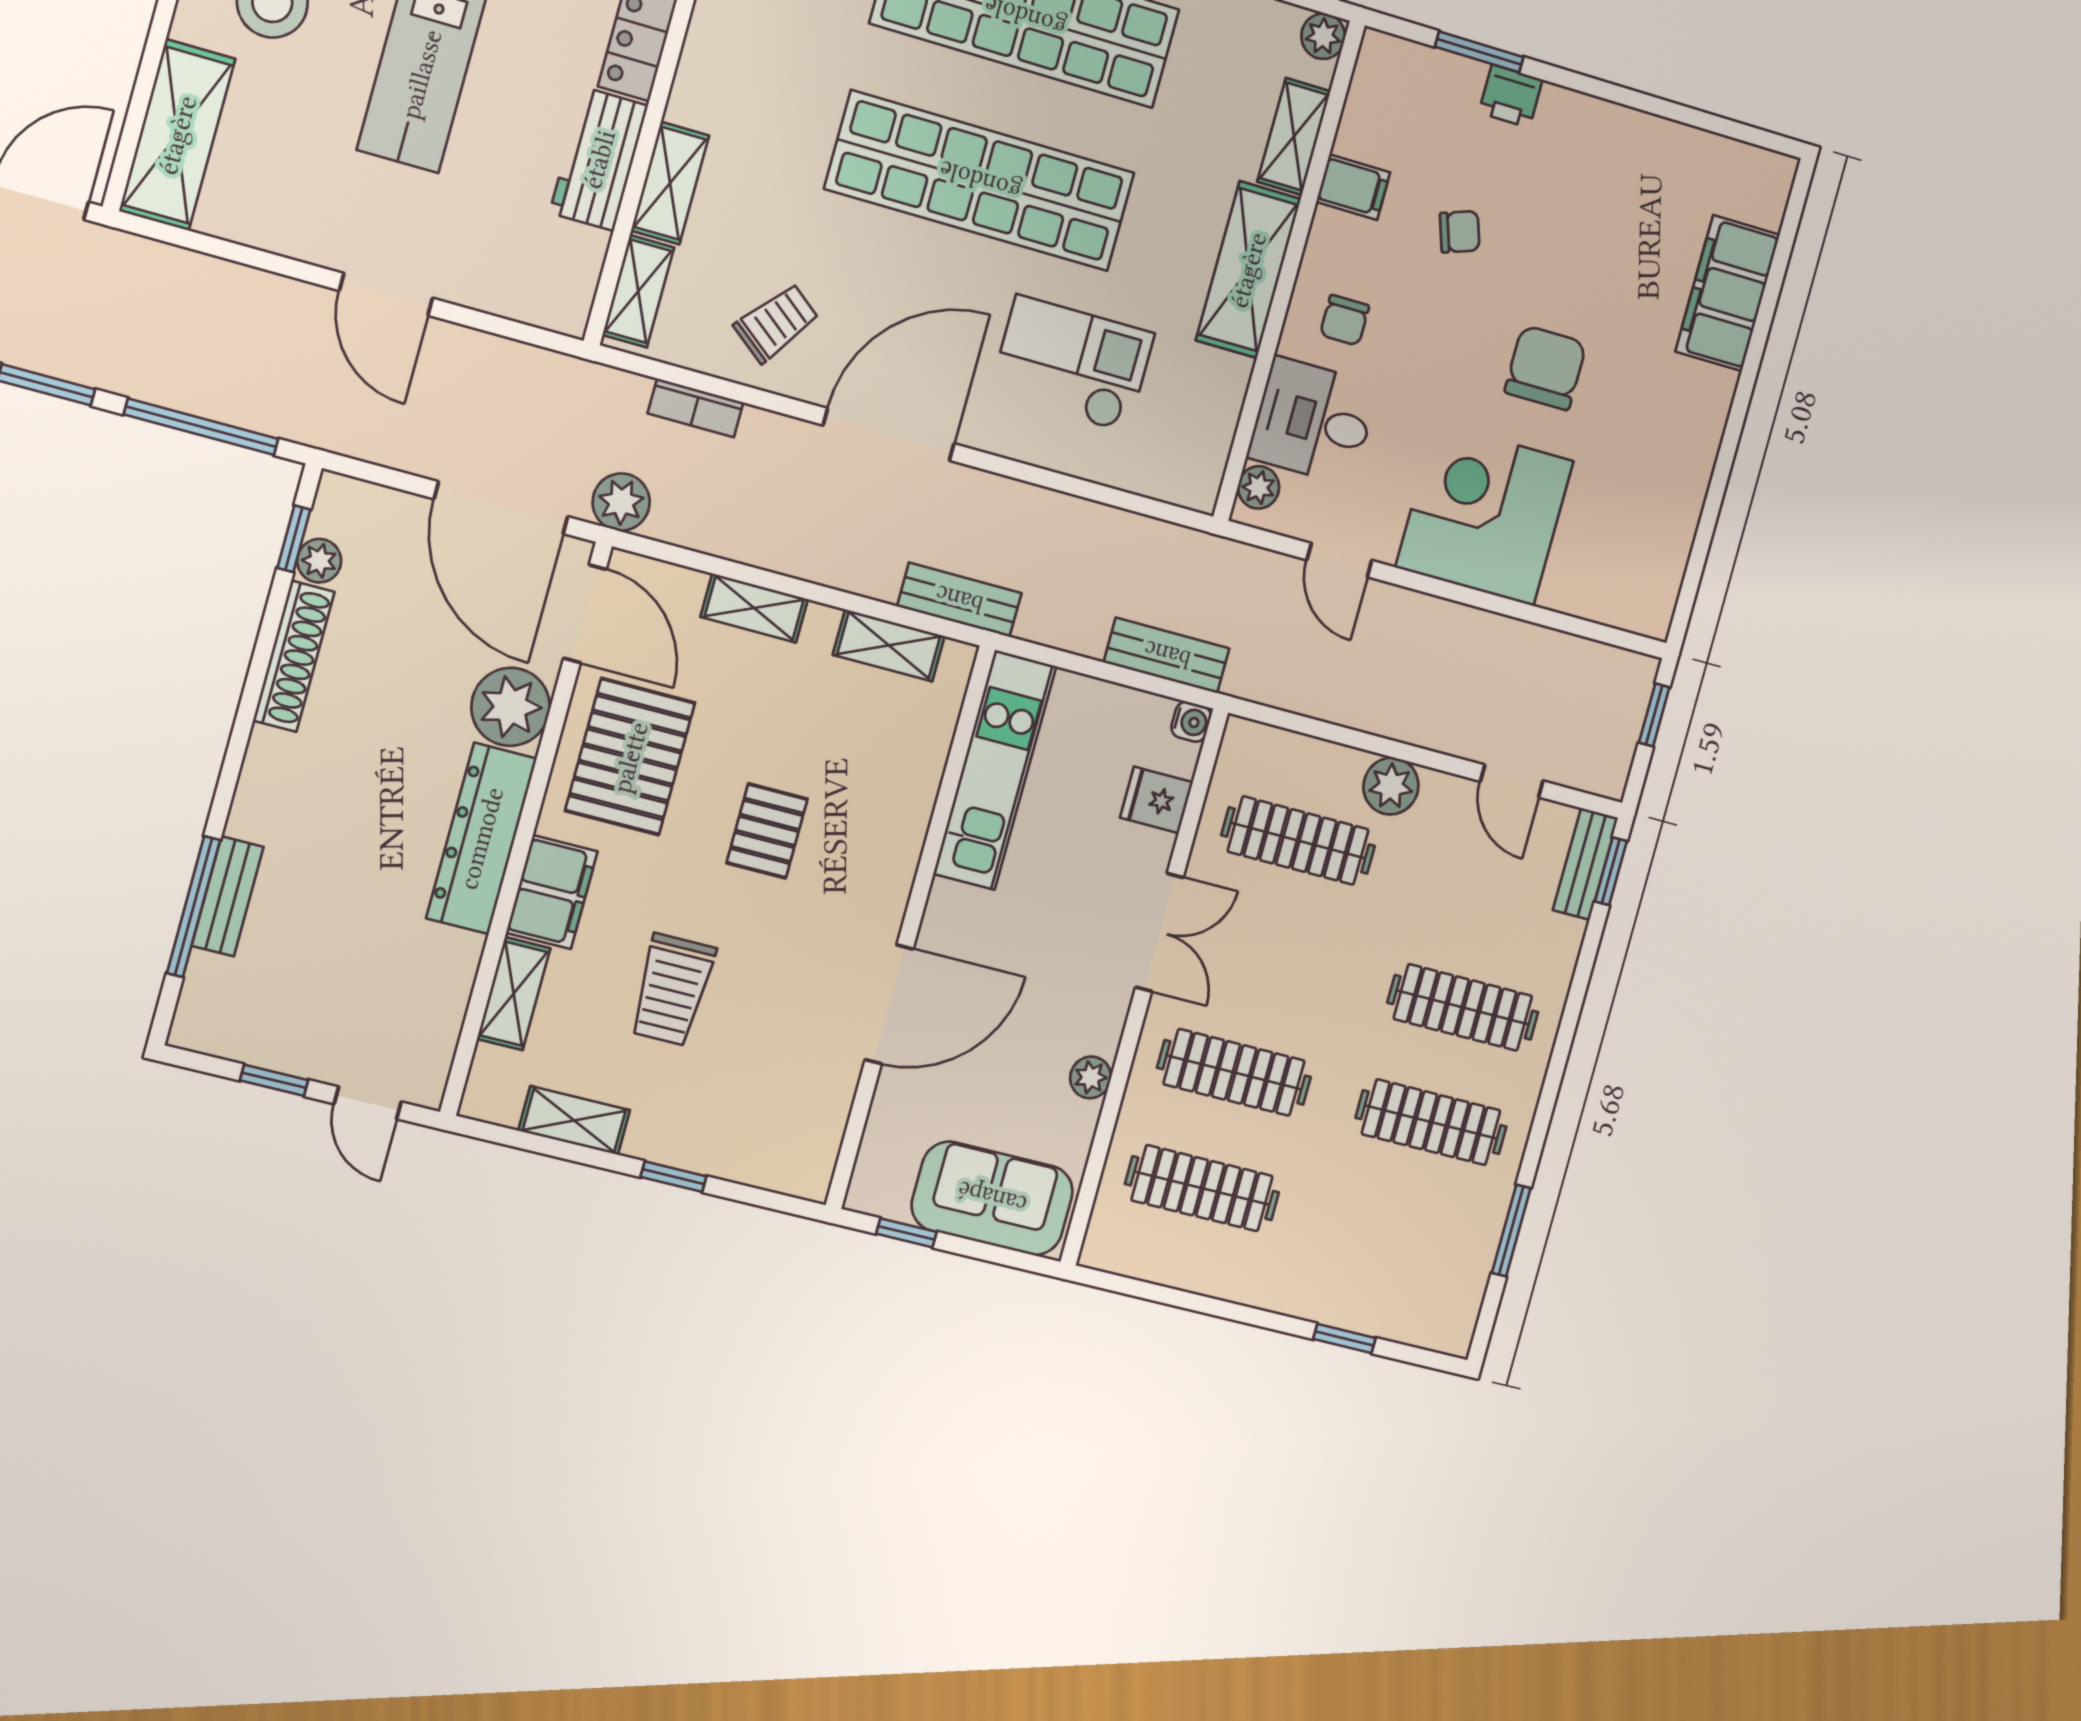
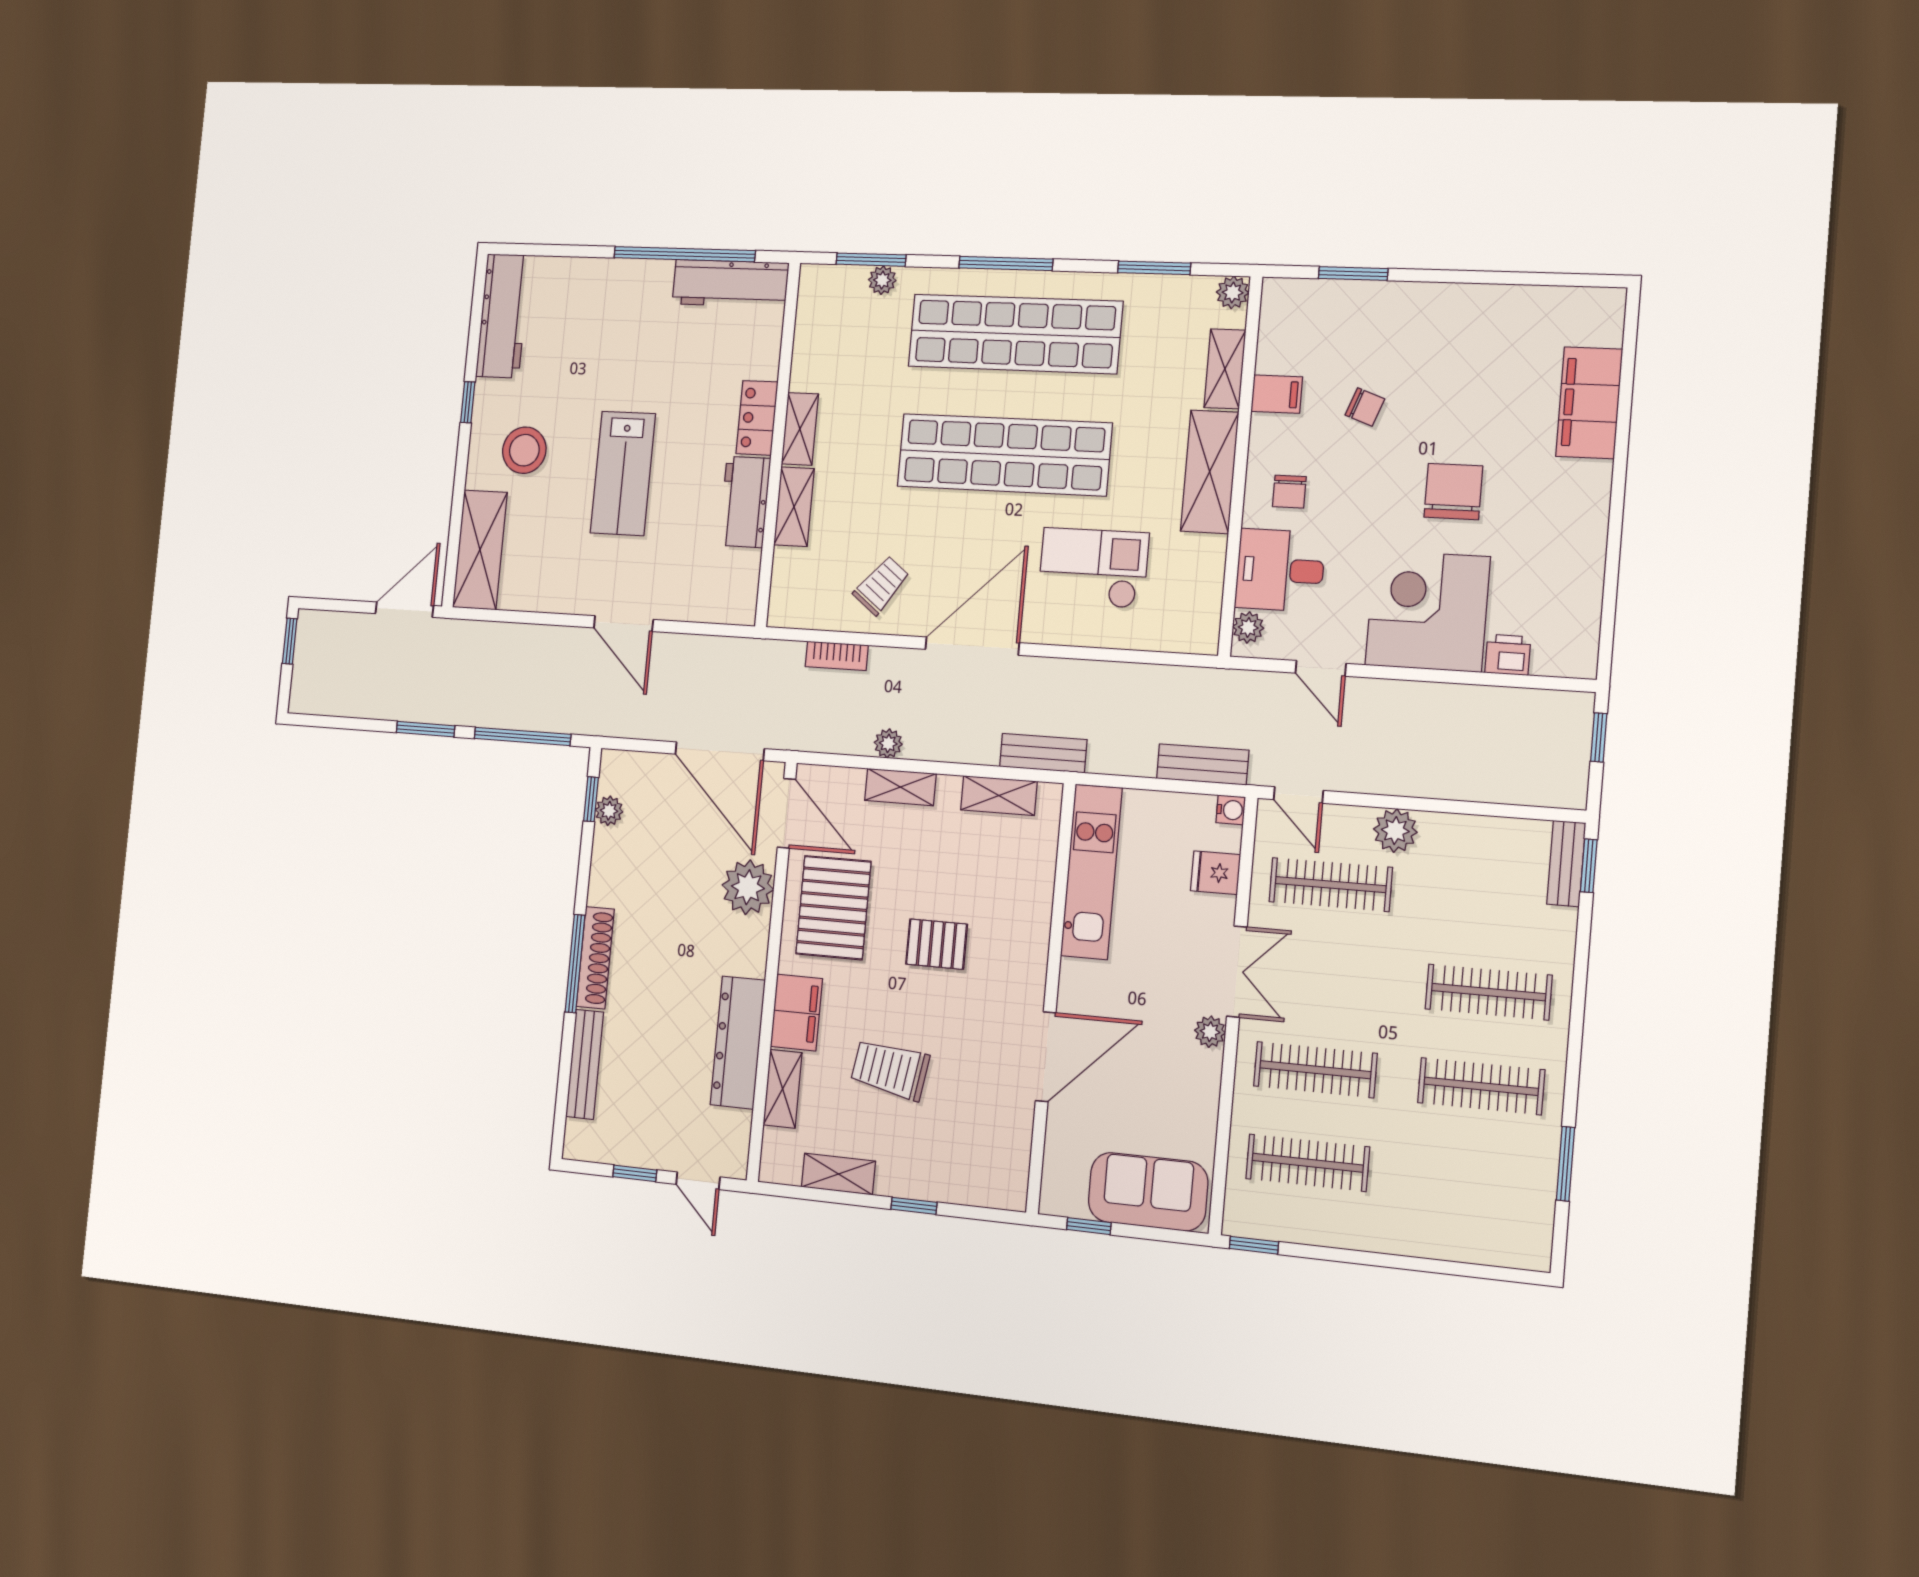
printer: (1511, 96) -> (1508, 655), moved, turned 180
chair: (1460, 232) -> (1365, 407), turned 39
shelving: (638, 291) -> (800, 429), moved
plant: (621, 502) -> (888, 743), moved, width x0.73, depth x0.73
shoe rack: (294, 656) -> (595, 958), moved
door: (1512, 781) -> (1298, 795), moved
pallet: (767, 831) -> (937, 944), turned 90
dresser: (481, 838) -> (738, 1042), moved
bench: (228, 896) -> (585, 1064), width x1.36
window: (193, 907) -> (575, 964), moved
trolley: (672, 990) -> (890, 1069), turned 99
plant: (1091, 1077) -> (1210, 1032), moved
window: (1344, 1339) -> (1254, 1245), moved

